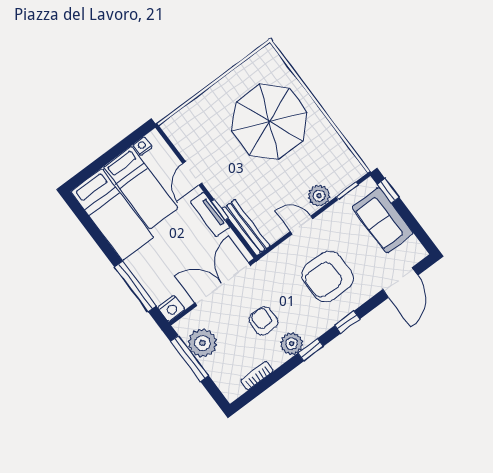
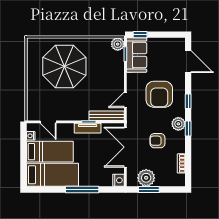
door: (192, 173) -> (48, 122), moved
plant: (319, 196) -> (118, 44), moved
sofa: (383, 220) -> (137, 55), moved, turned -90
door: (302, 225) -> (125, 100), moved
window: (135, 286) -> (82, 189), moved
plant: (292, 344) -> (178, 124), moved
window: (189, 358) -> (149, 189), width x0.69

